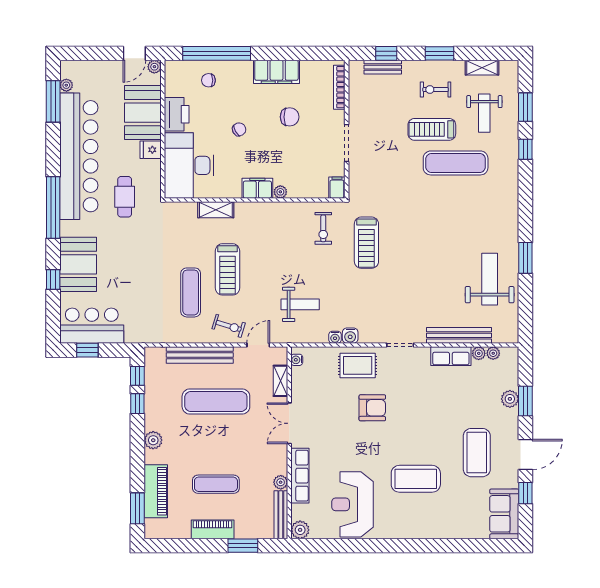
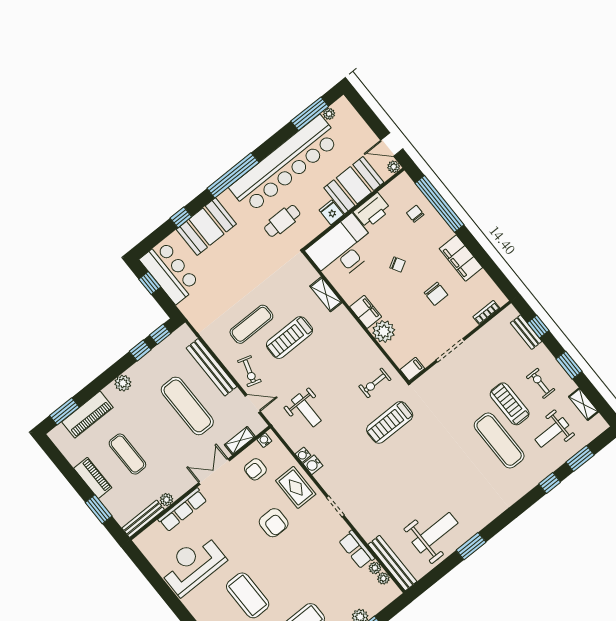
bookcase: (339, 87) -> (486, 312), width x0.64
plant: (280, 192) -> (384, 331), width x1.87, depth x1.87
bench: (459, 335) -> (392, 563), moved
armchair: (315, 387) -> (255, 469), added
plant: (300, 530) -> (143, 541), removed

